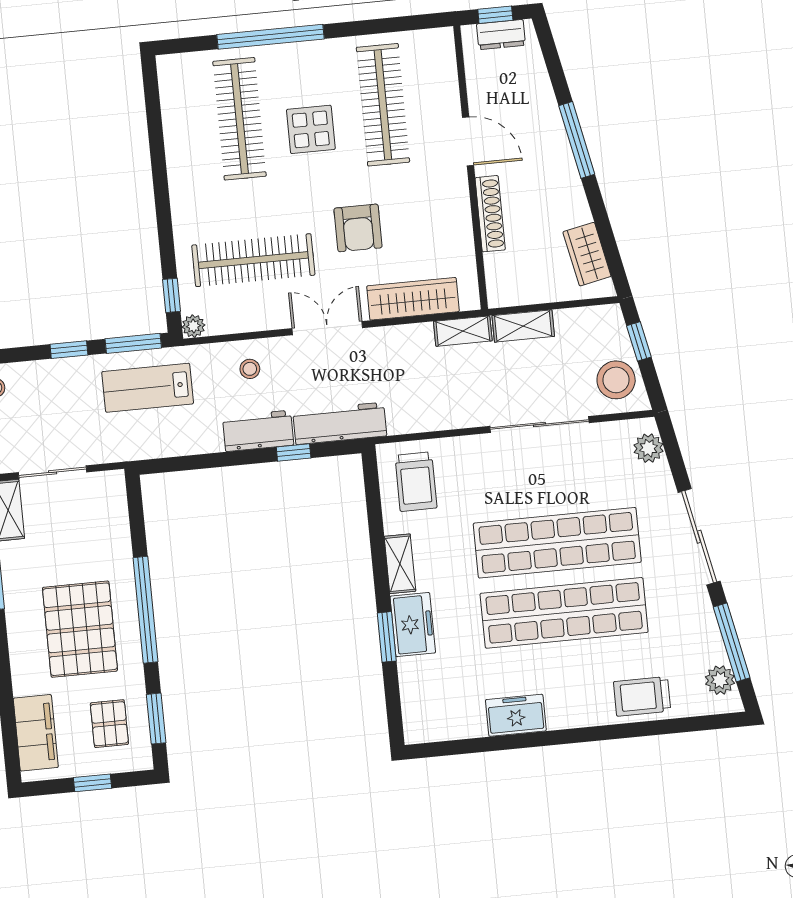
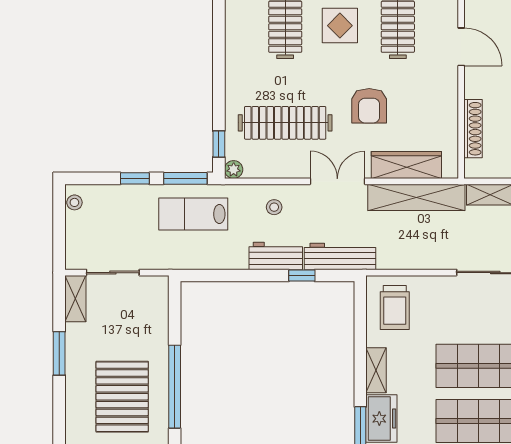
shoe rack: (490, 214) -> (473, 129), moved
shelving: (463, 331) -> (416, 197), width x2.20, depth x1.33

